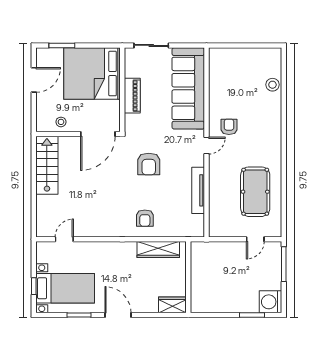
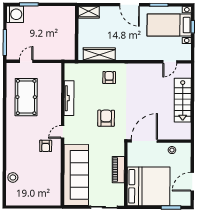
stairs: (47, 165) -> (183, 100), moved

